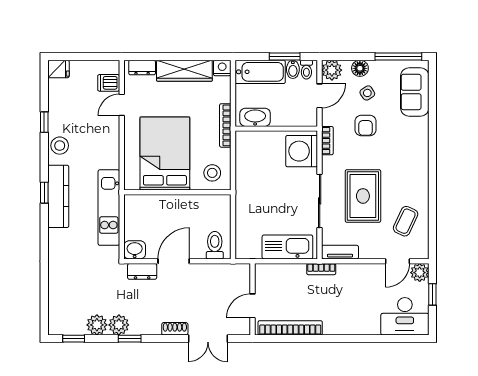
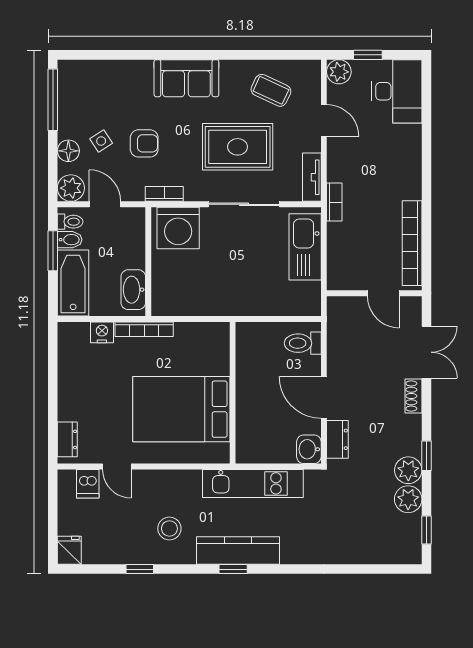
nightstand: (222, 68) -> (102, 332), moved, turned 90
wardrobe: (184, 71) -> (72, 383), removed
sofa: (415, 92) -> (186, 78), moved
stool: (60, 146) -> (169, 529), moved
stool: (212, 173) -> (207, 347), removed
door: (397, 261) -> (324, 120), moved

